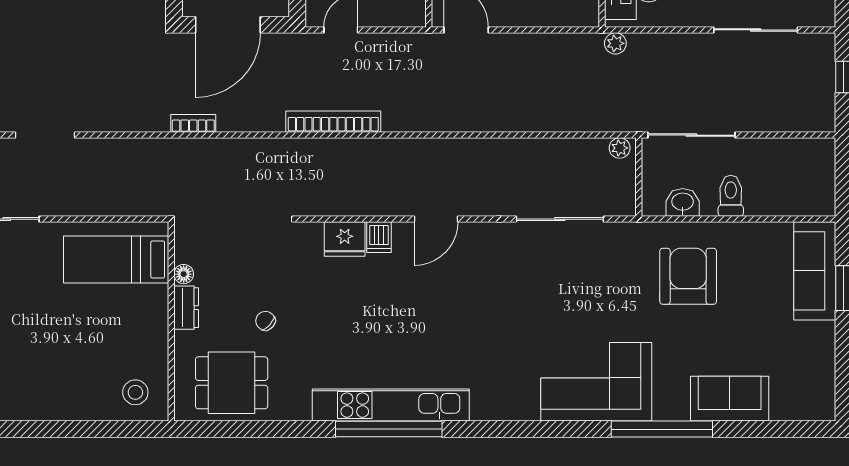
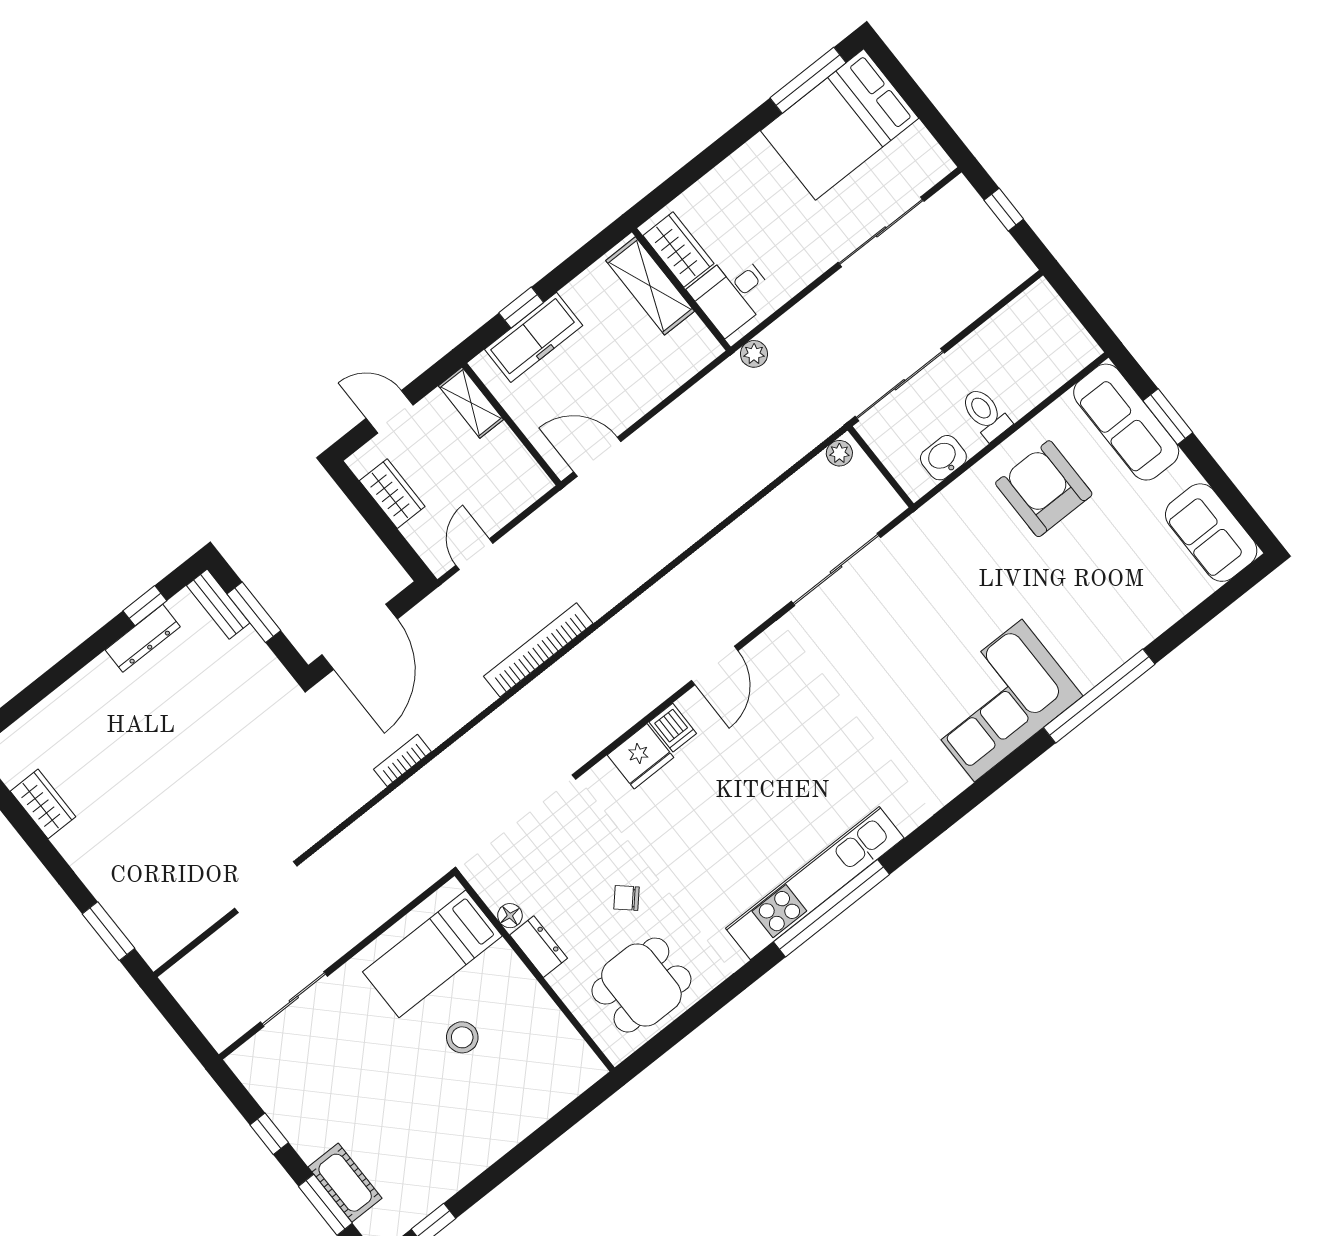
armchair: (688, 276) -> (1044, 489), moved
stool: (135, 392) -> (462, 1037), moved
sofa: (730, 399) -> (1211, 533), moved, turned -90

